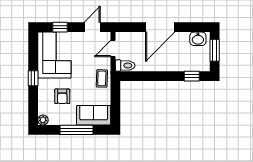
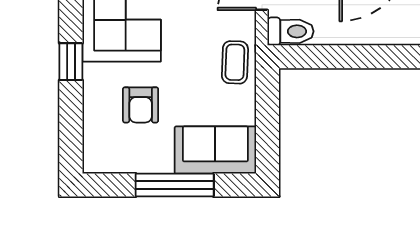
plant: (43, 120) -> (94, 161), removed

